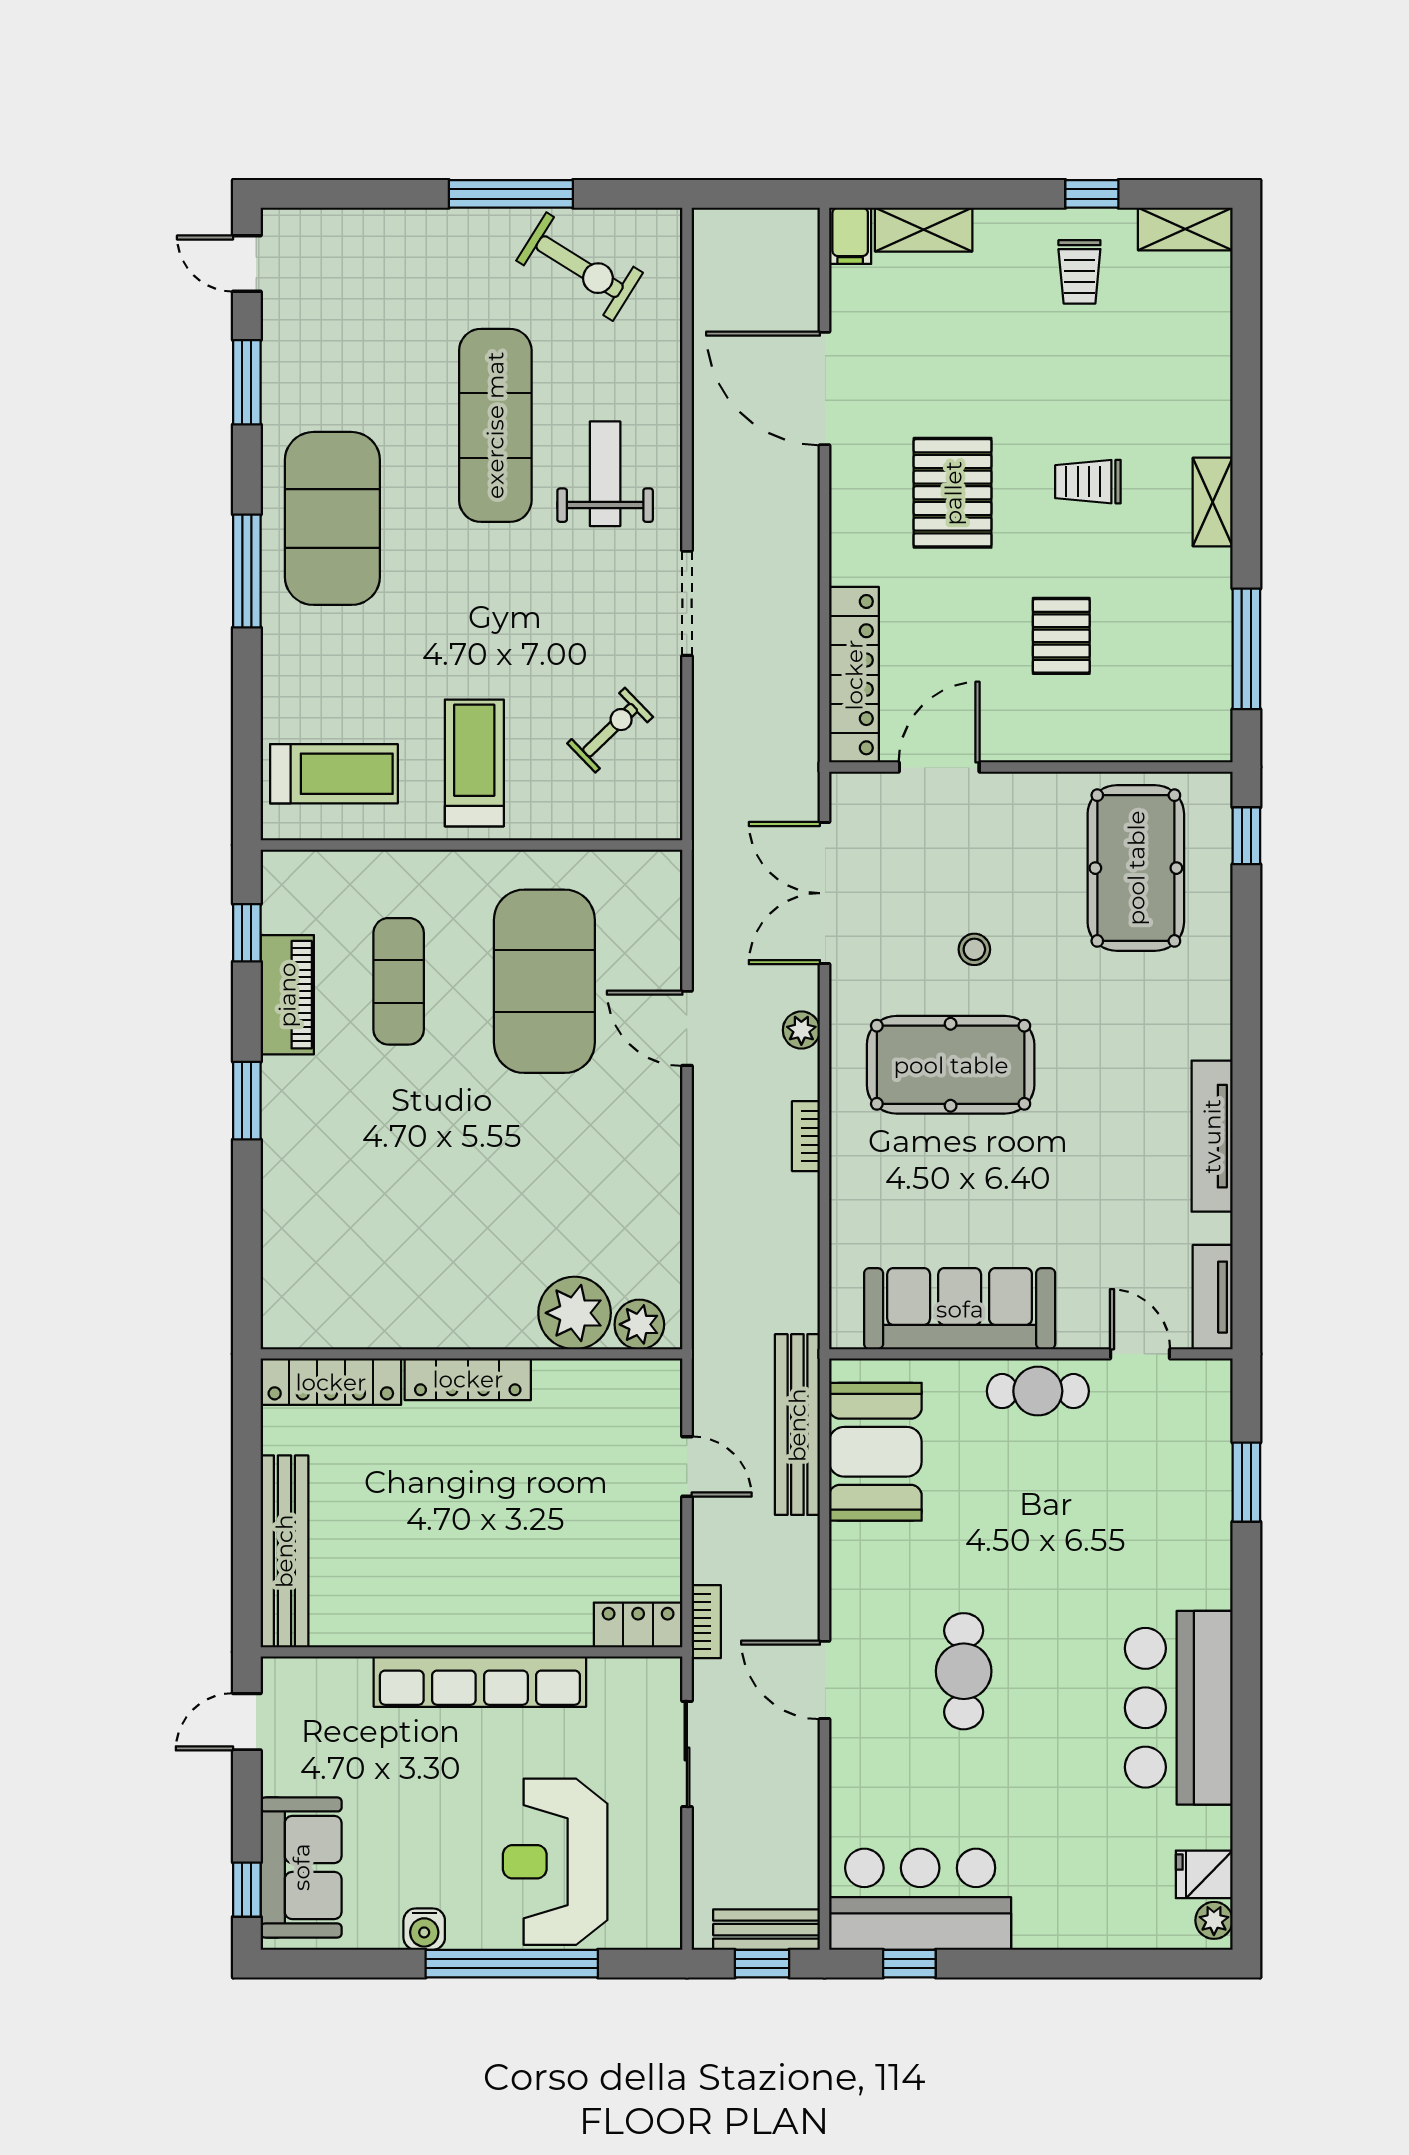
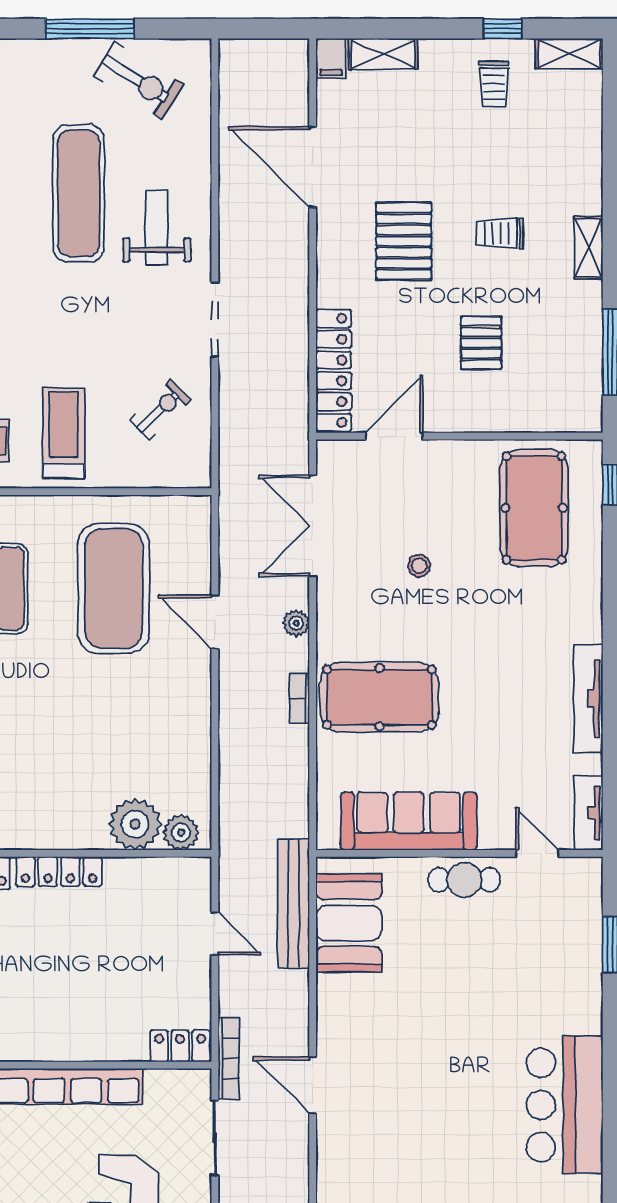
pool table: (951, 1065) -> (379, 697), moved
bookcase: (706, 1622) -> (229, 1058), width x1.56
cafe table: (964, 1671) -> (412, 1079), removed

